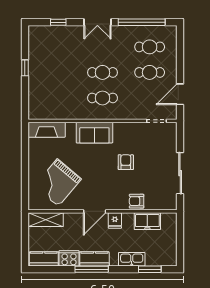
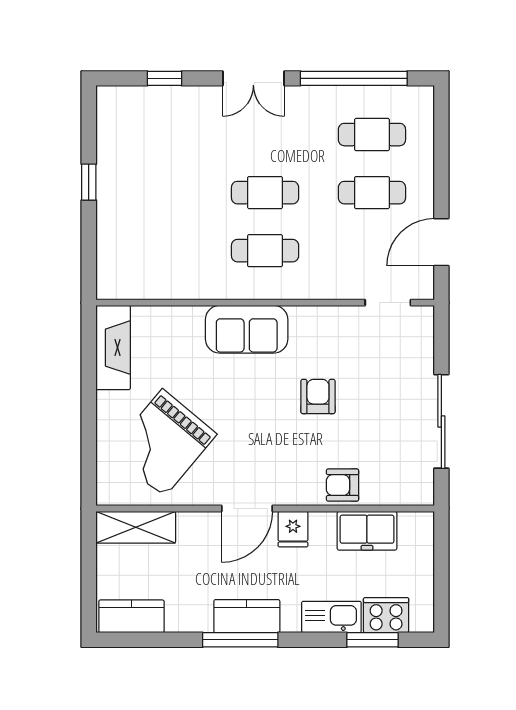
fireplace: (47, 130) -> (113, 348), moved, turned -90
cooker: (69, 258) -> (386, 615), moved

